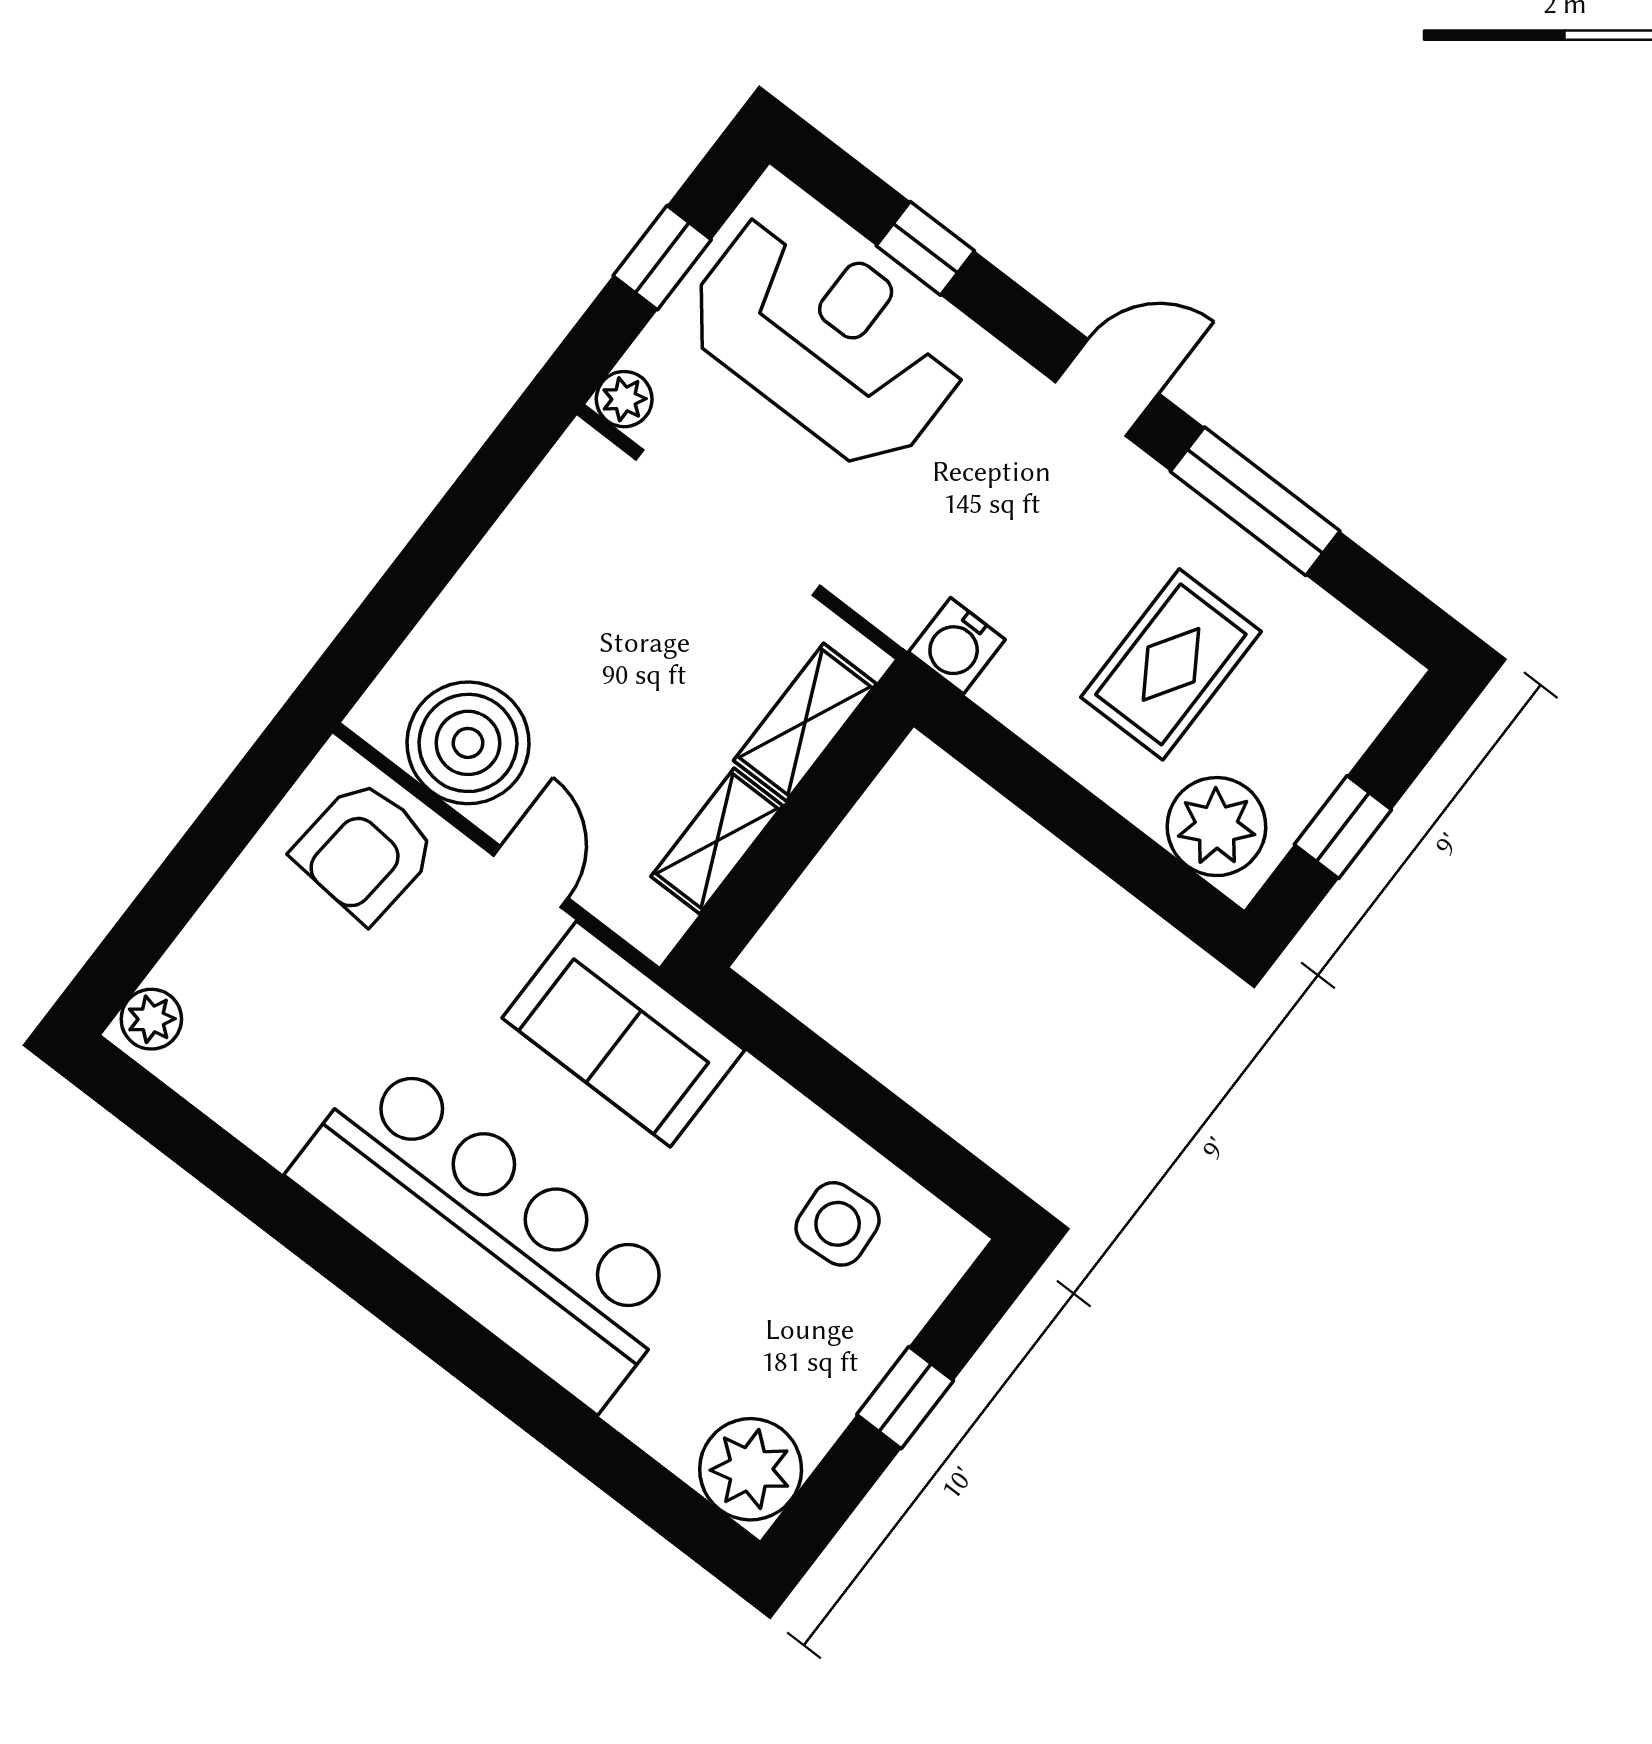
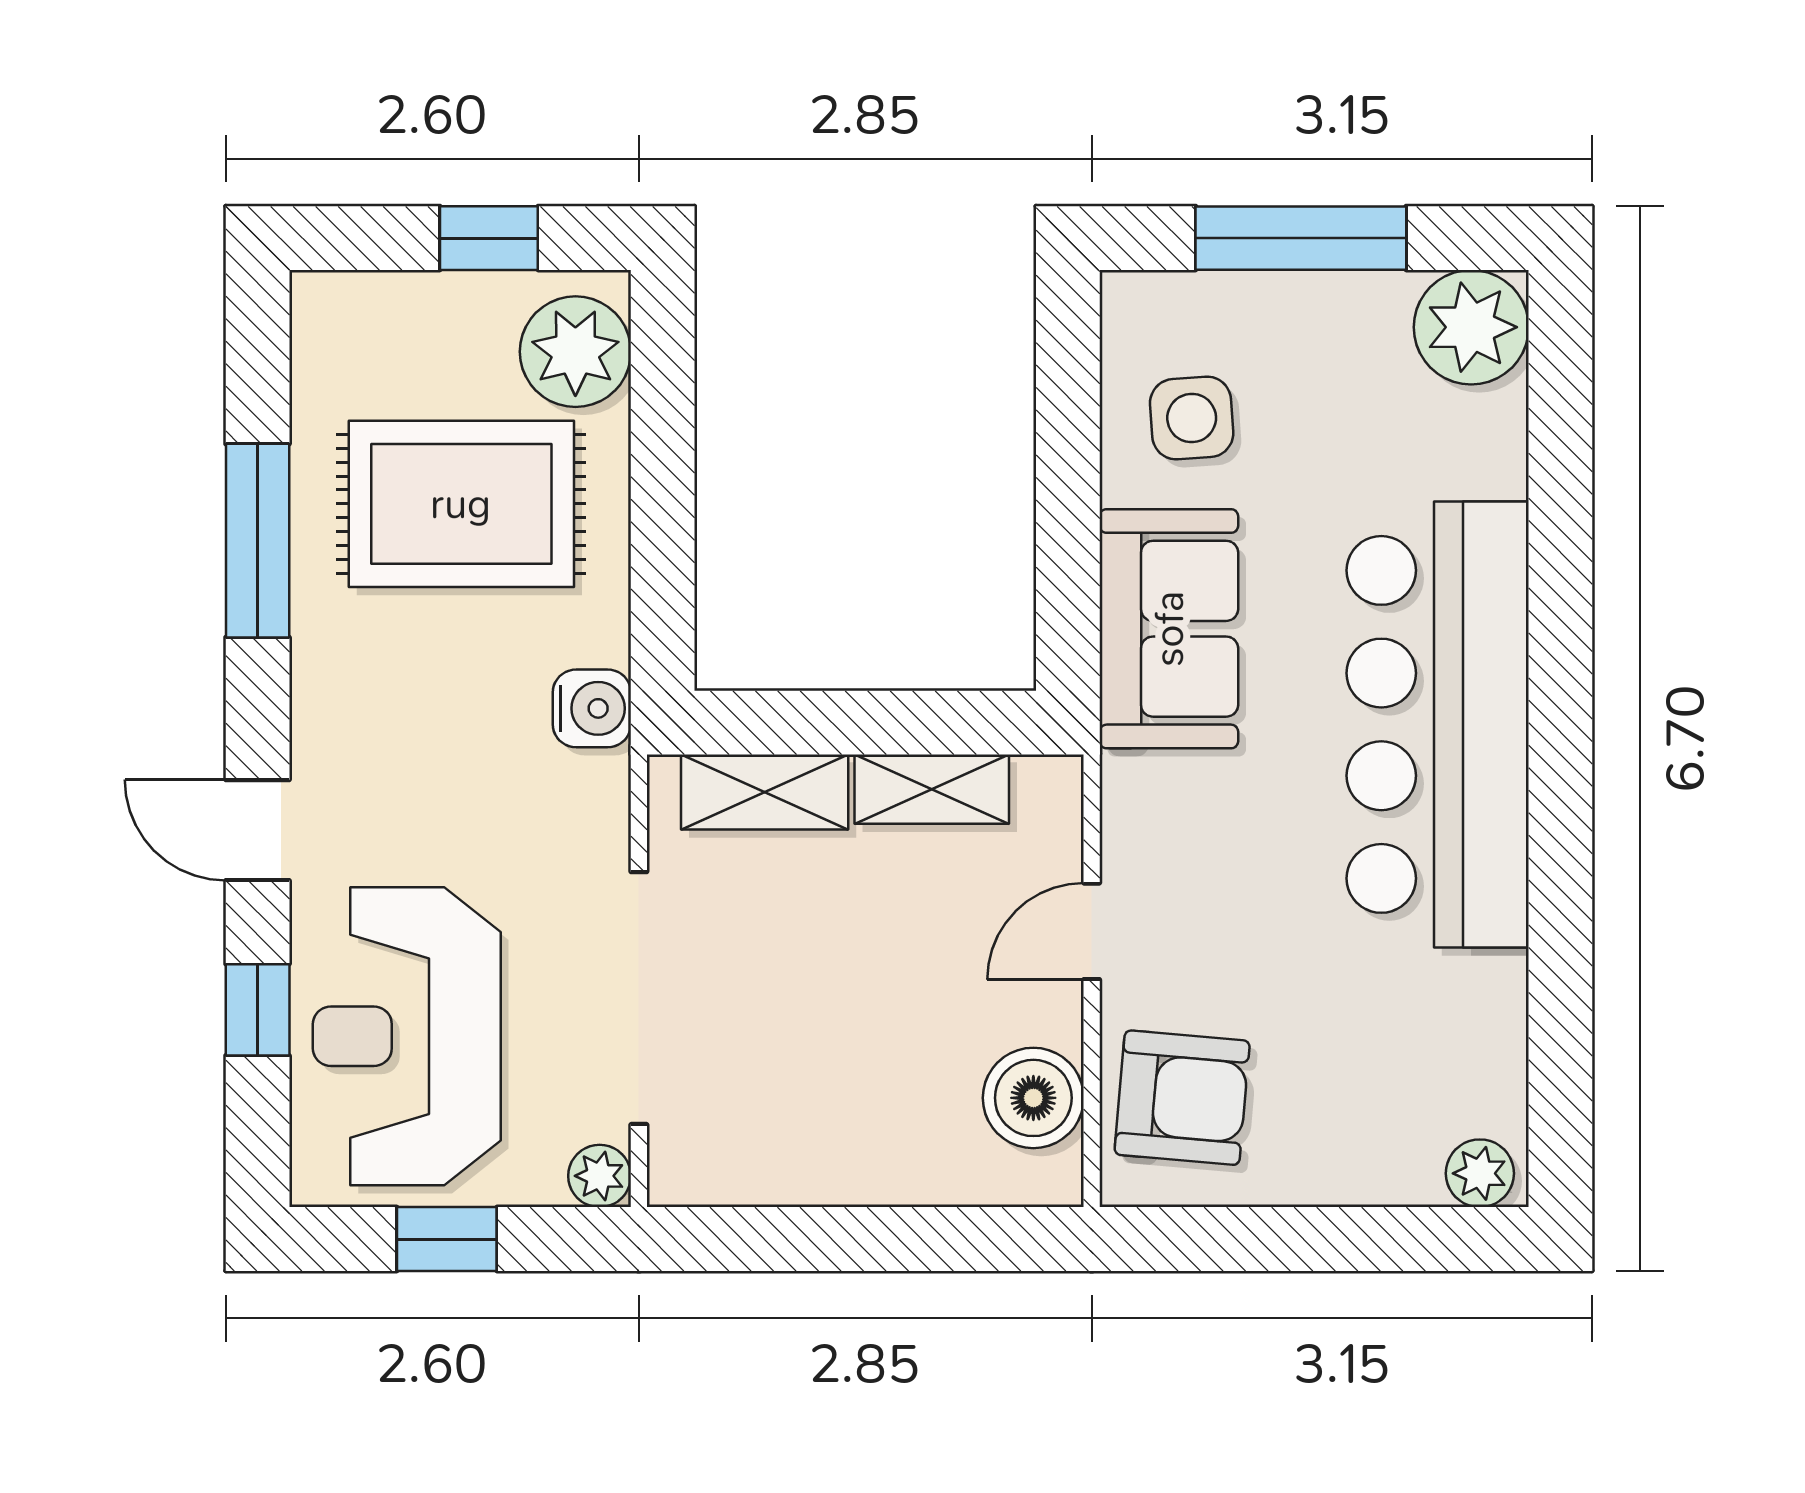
door: (1107, 388) -> (258, 830), moved
rug: (1171, 664) -> (461, 504), width x1.36, depth x1.43
boiler: (468, 743) -> (1033, 1098), width x0.73, depth x0.73
sofa: (623, 1034) -> (1169, 629), moved
window: (905, 1398) -> (1301, 238), width x2.17

